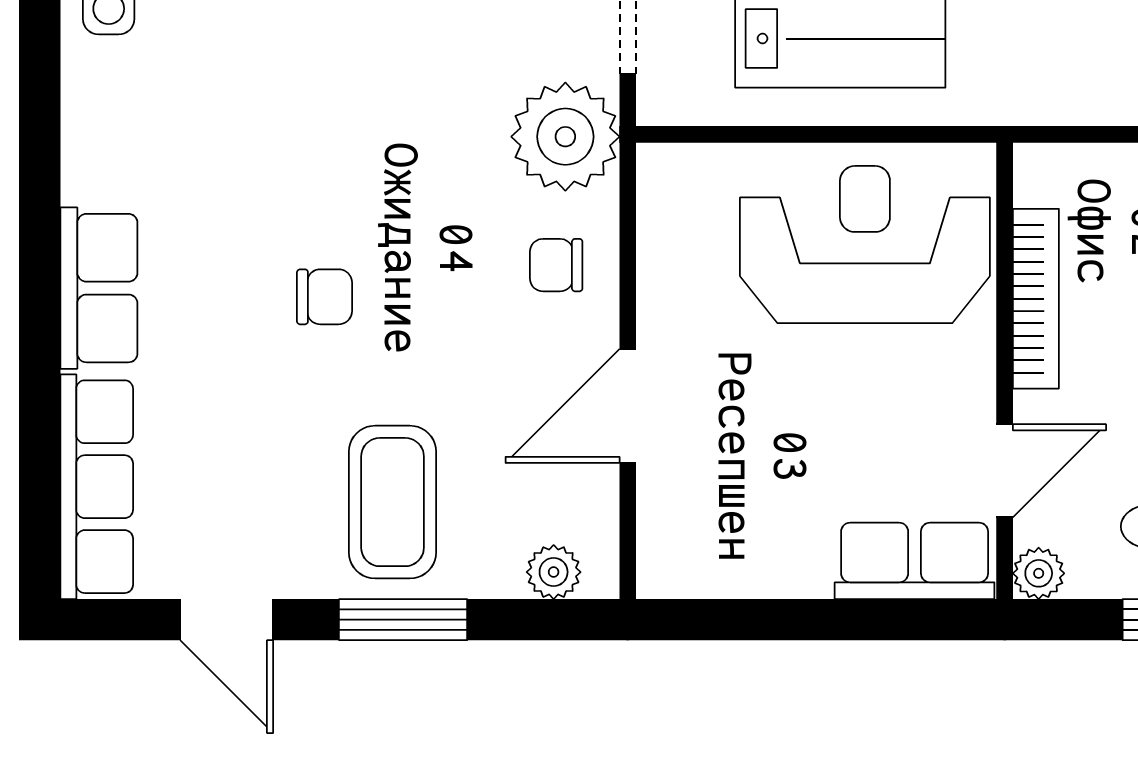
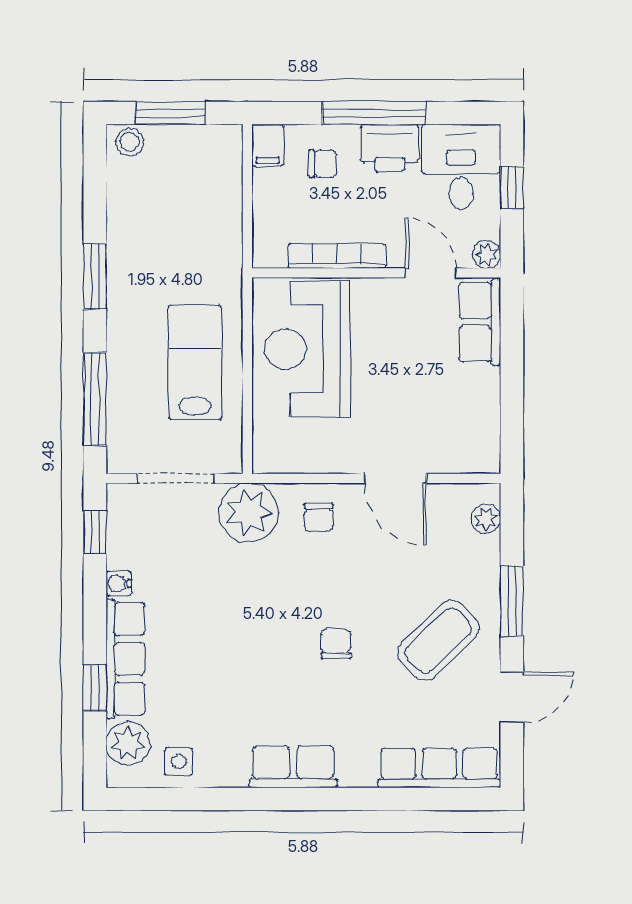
row of seats: (99, 288) -> (293, 767), moved
coffee table: (393, 502) -> (438, 640), moved, turned -44

